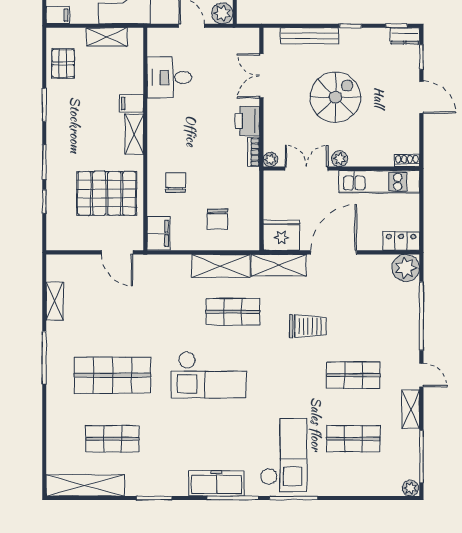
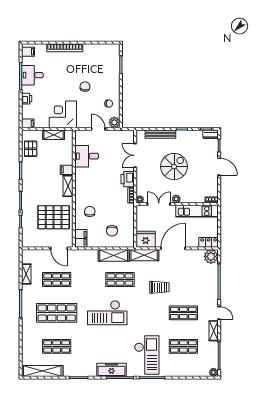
shop shelf: (112, 312) -> (57, 280), added

